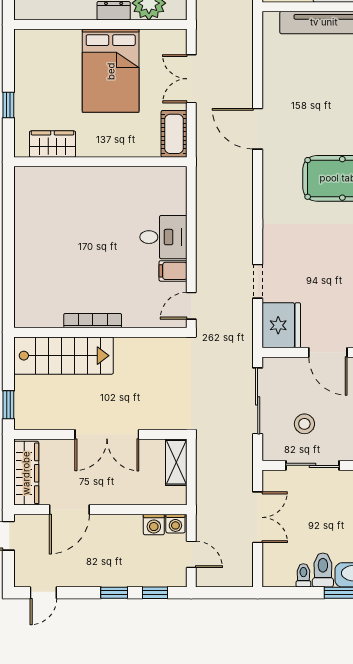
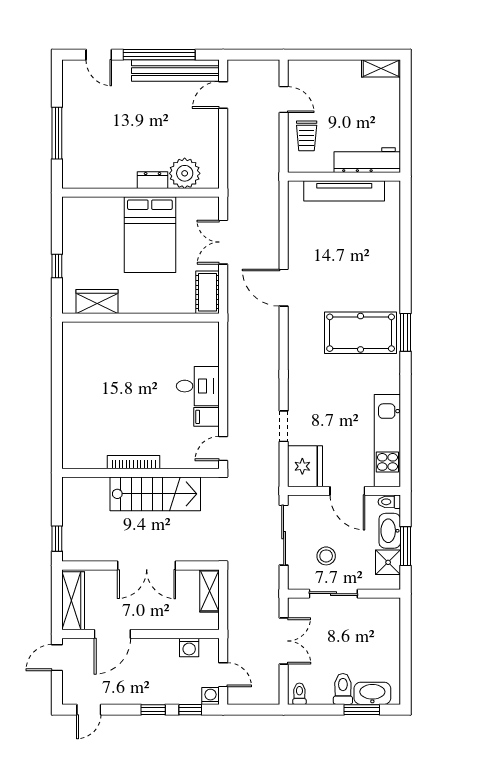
stairs: (64, 356) -> (155, 494), moved
washing machine: (175, 524) -> (210, 696), moved, turned 180
toilet: (303, 575) -> (299, 694), moved

